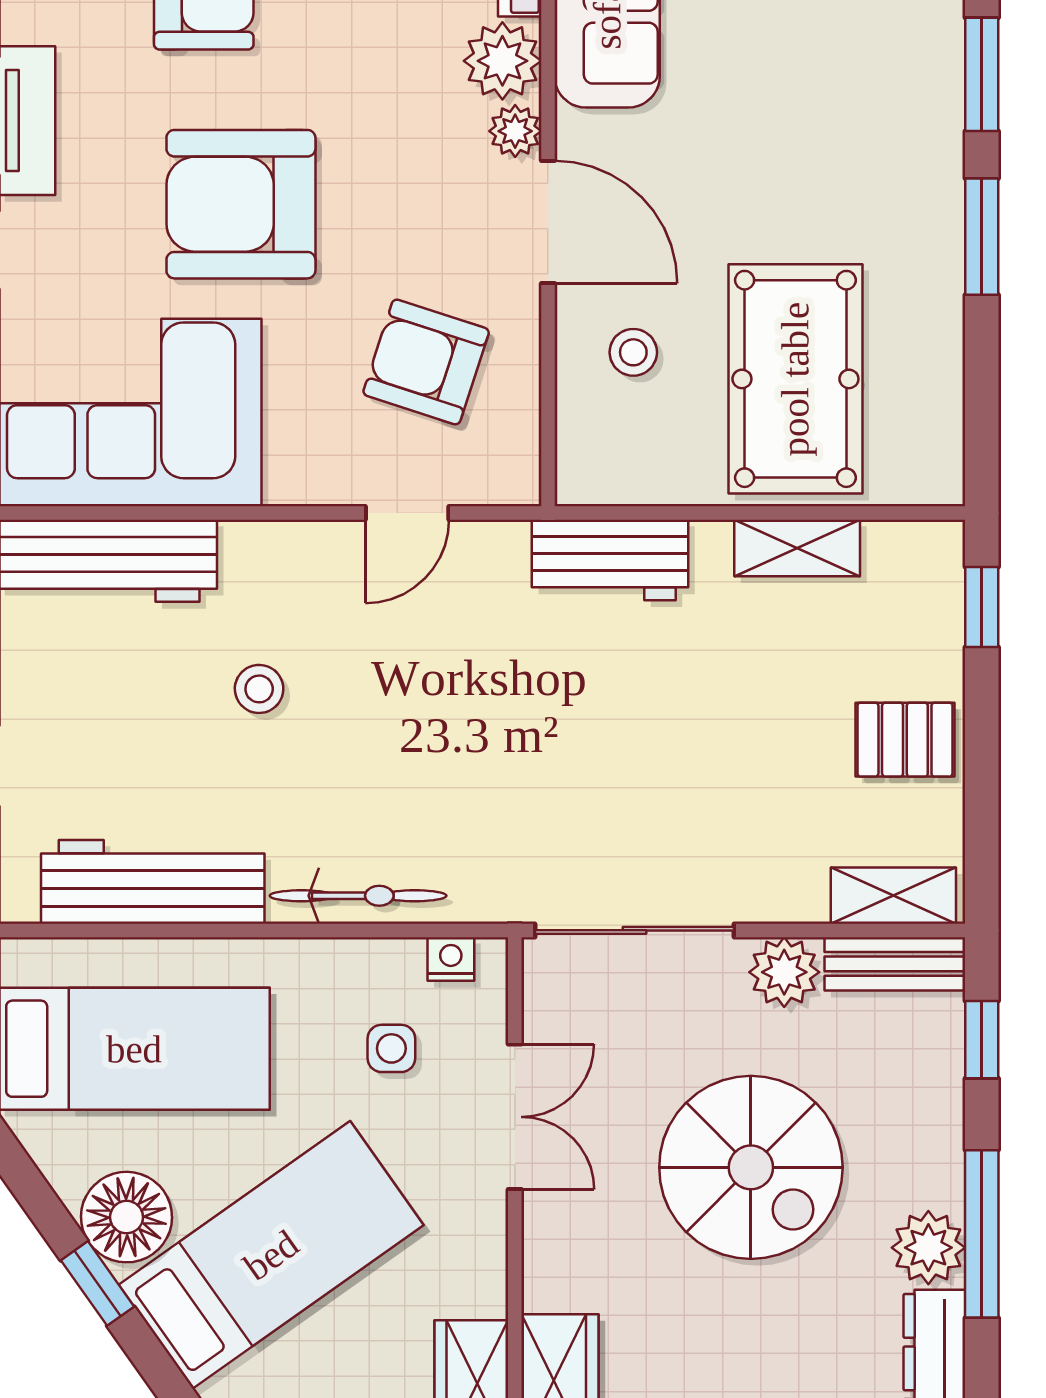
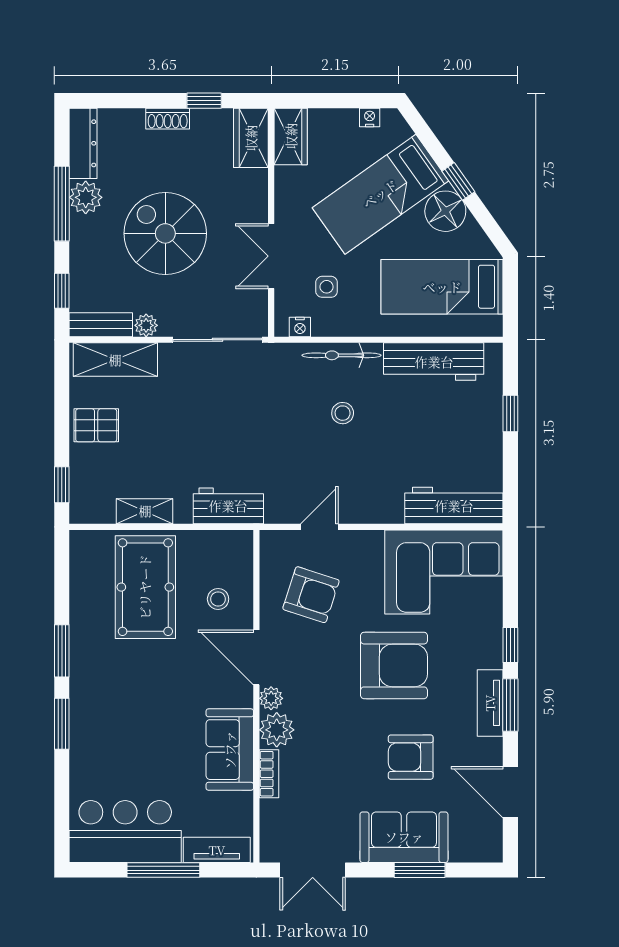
stool: (259, 689) -> (343, 413), moved
shelving: (893, 896) -> (115, 360), width x1.50, depth x1.33
plant: (784, 972) -> (146, 325), width x0.73, depth x0.73

